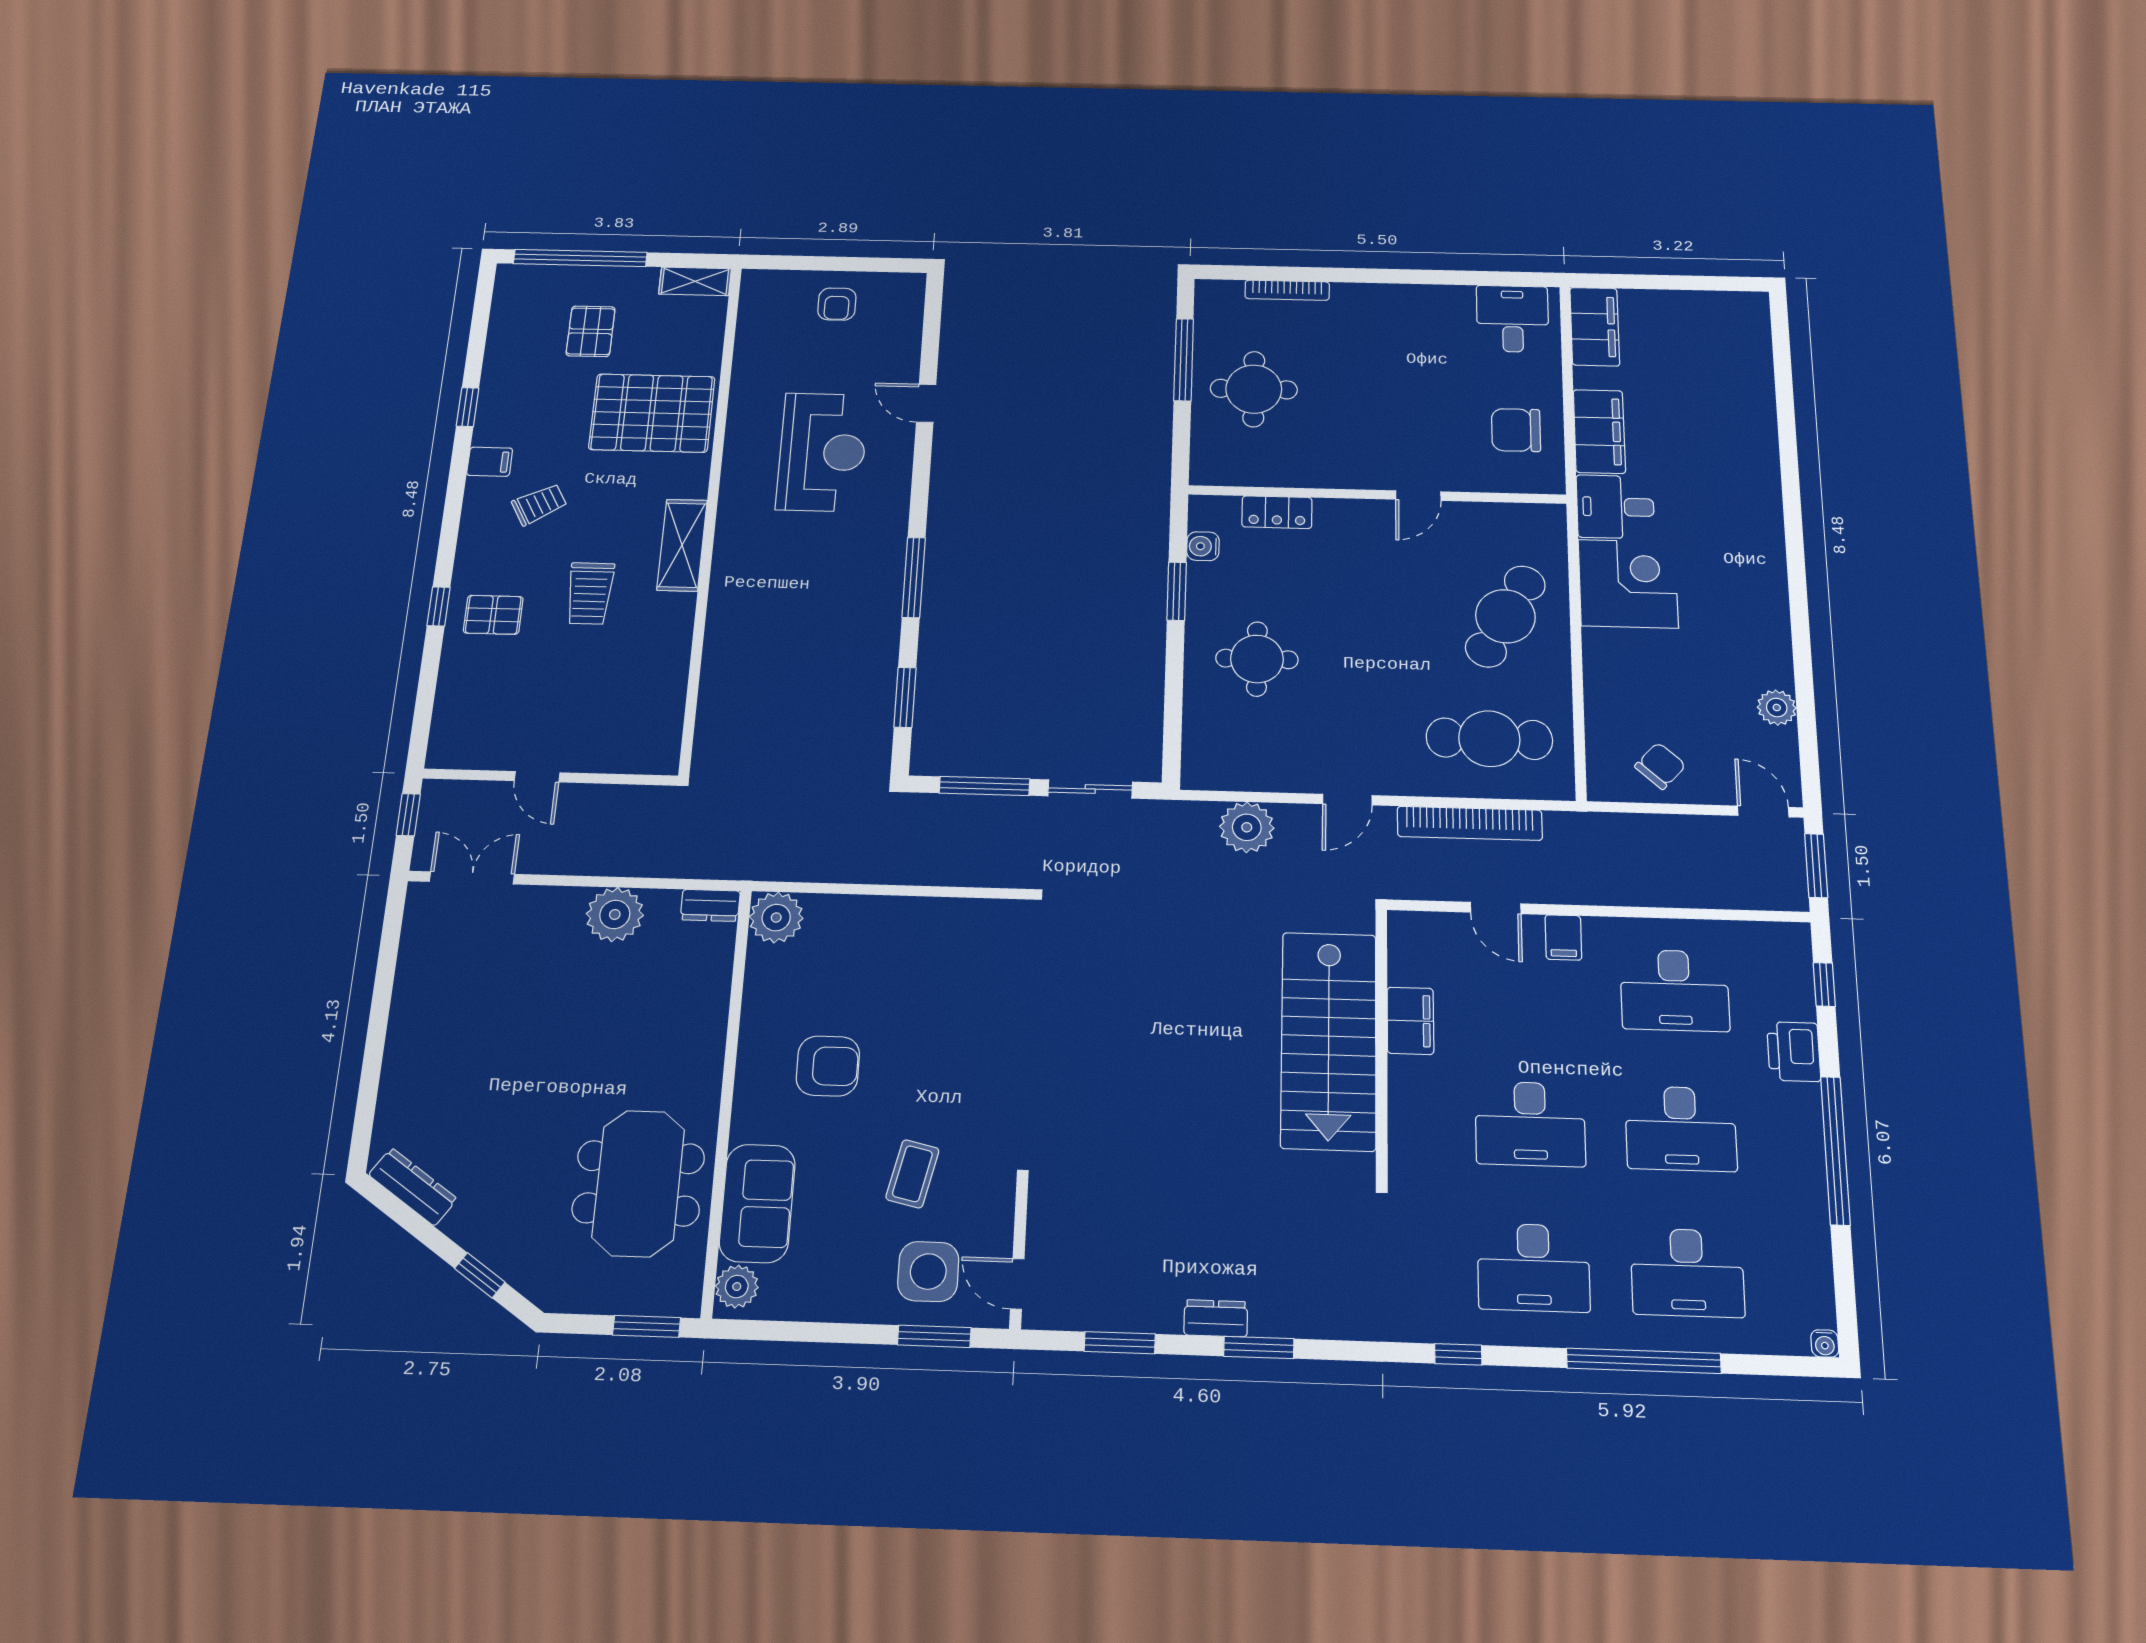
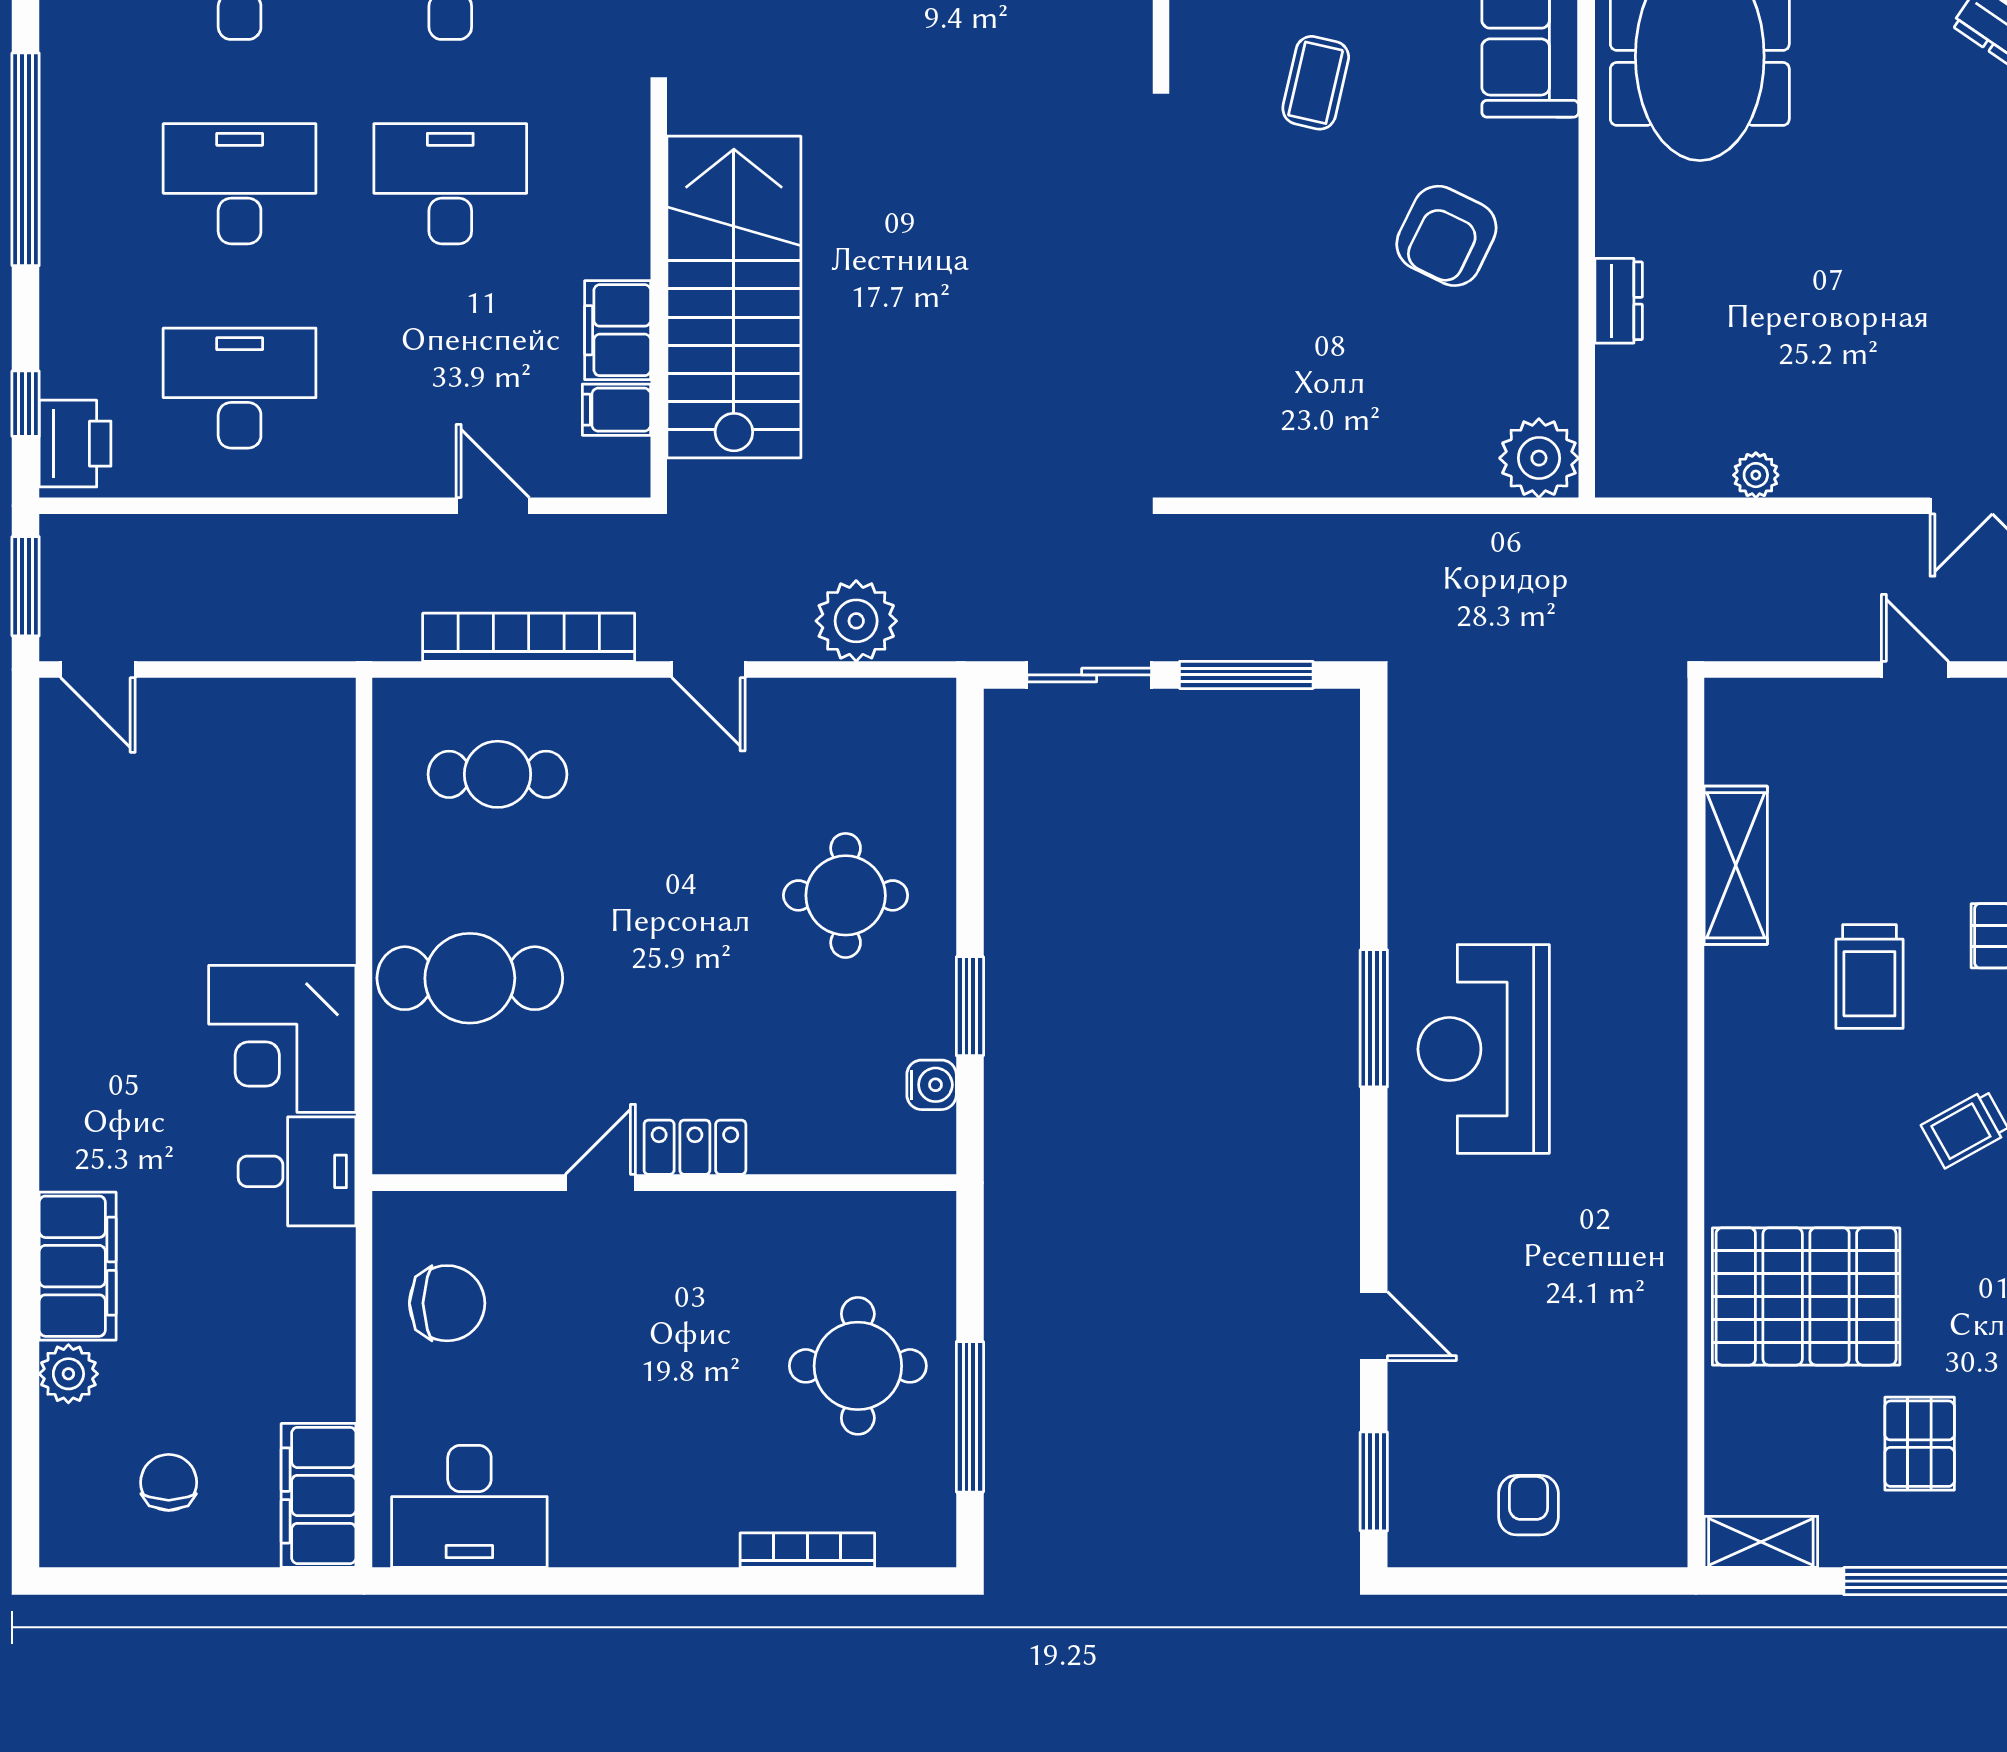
desk: (1513, 319) -> (469, 1506), width x1.37
filing cabinet: (1599, 431) -> (78, 1266), moved, turned 180
reception desk: (822, 452) -> (1484, 1049), moved
locker: (1277, 512) -> (695, 1147), moved
shelving: (682, 545) -> (1736, 865), moved
trolley: (590, 593) -> (1869, 976), turned 180
cafe table: (1505, 616) -> (470, 978), turned 62
window: (905, 697) -> (1374, 1481), moved
plant: (1777, 708) -> (68, 1374), moved
cafe table: (1489, 739) -> (498, 774), width x0.73, depth x0.74
chair: (1660, 766) -> (169, 1482), moved, turned 138
door: (1347, 800) -> (708, 670), swing flipped
dresser: (710, 905) -> (1619, 301), moved, turned 90
plant: (615, 914) -> (1756, 475), width x0.53, depth x0.53
filing cabinet: (1563, 937) -> (616, 410), moved, turned -90
printer: (1794, 1052) -> (75, 444), moved
armchair: (828, 1066) -> (1446, 236), turned -64

